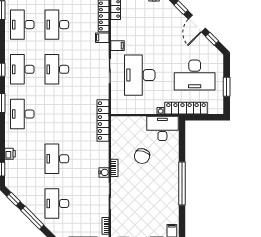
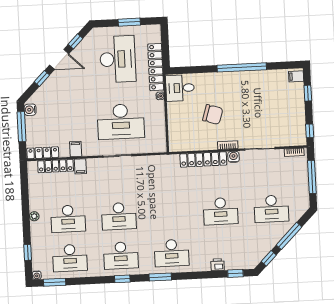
filing cabinet: (118, 46) -> (76, 149), moved
locker: (103, 121) -> (203, 159), moved
desk: (162, 128) -> (180, 88), width x0.73

